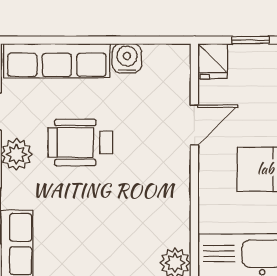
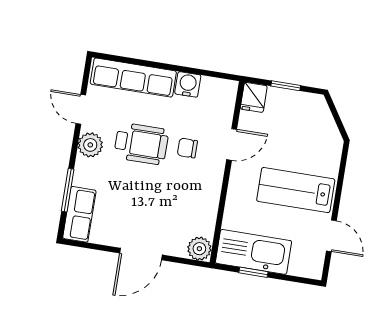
chair: (139, 139) -> (187, 148), added
wheelchair: (80, 142) -> (141, 144), turned 180

